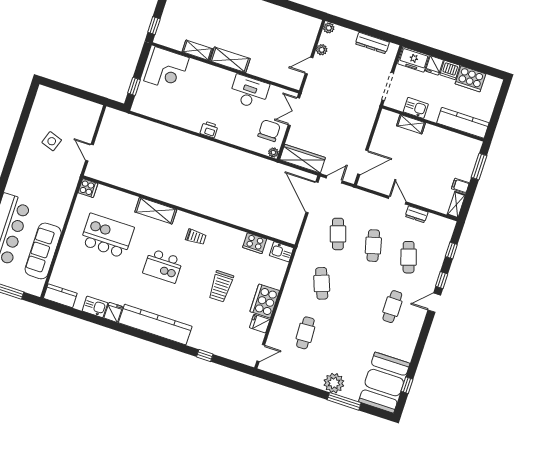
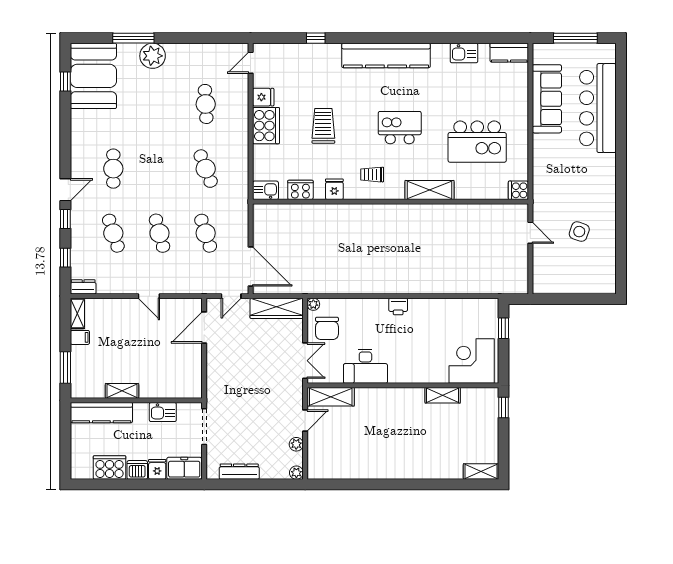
shelving: (230, 60) -> (331, 397), moved
shelving: (411, 124) -> (122, 391), moved
dresser: (417, 214) -> (83, 287), moved
fridge: (113, 312) -> (334, 189), moved, turned 180

